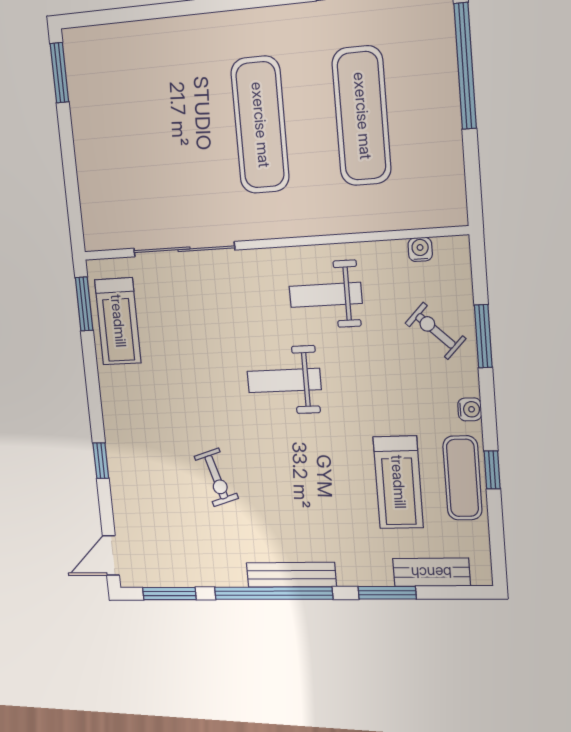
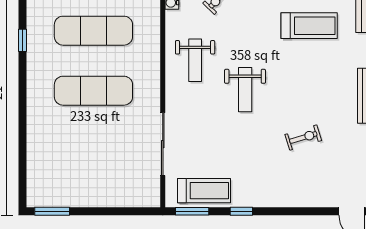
window: (101, 461) -> (241, 211), moved

